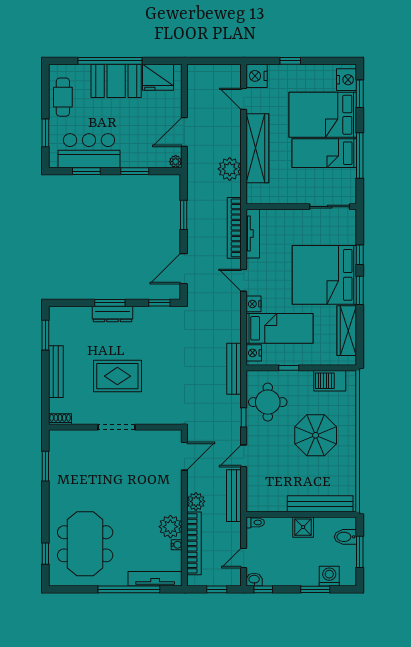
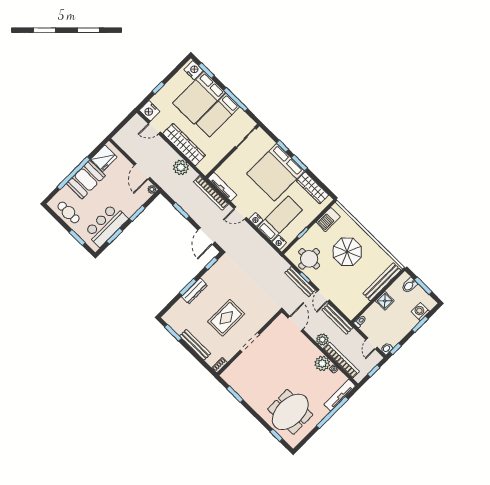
bench: (234, 369) -> (300, 282), moved
meeting table: (85, 544) -> (290, 412), turned 90

